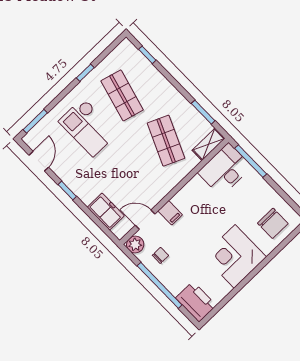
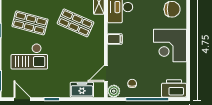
filing cabinet: (170, 213) -> (115, 39), moved

